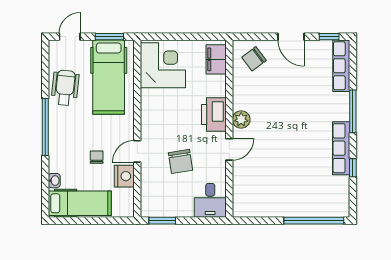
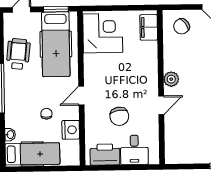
printer: (214, 115) -> (105, 155), moved, turned 90
door: (137, 151) -> (81, 96), moved
desk: (210, 200) -> (134, 150), moved
window: (162, 221) -> (104, 168), removed

